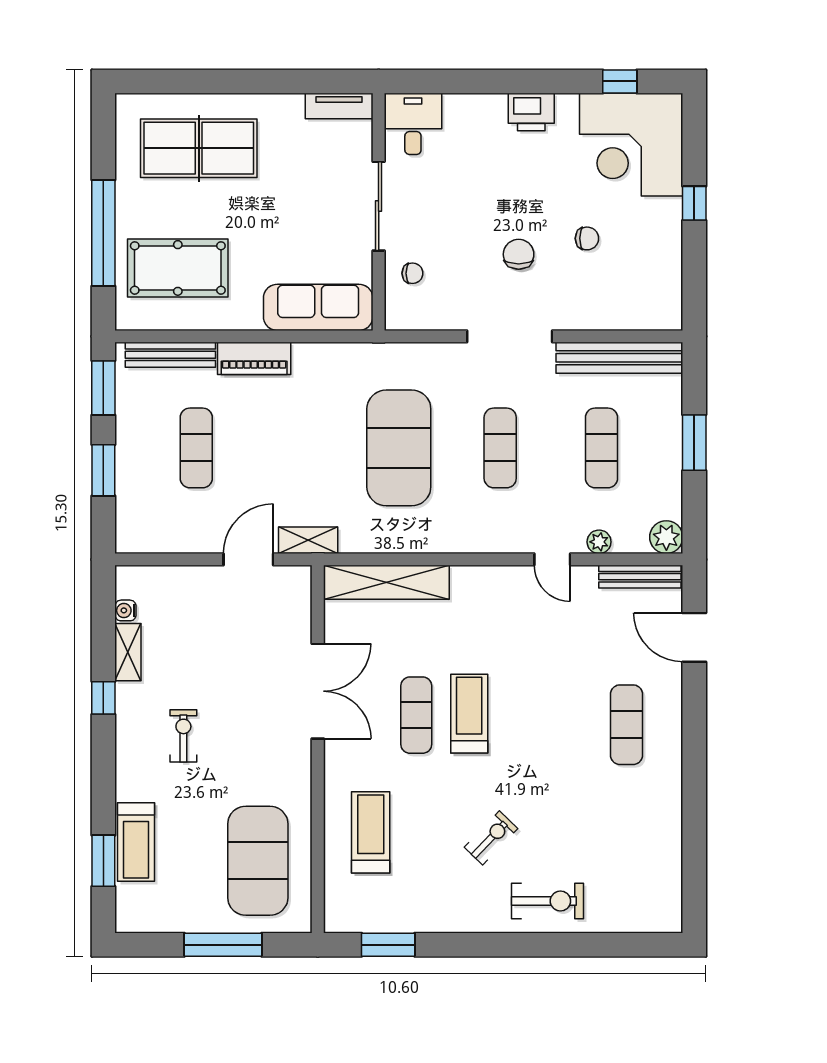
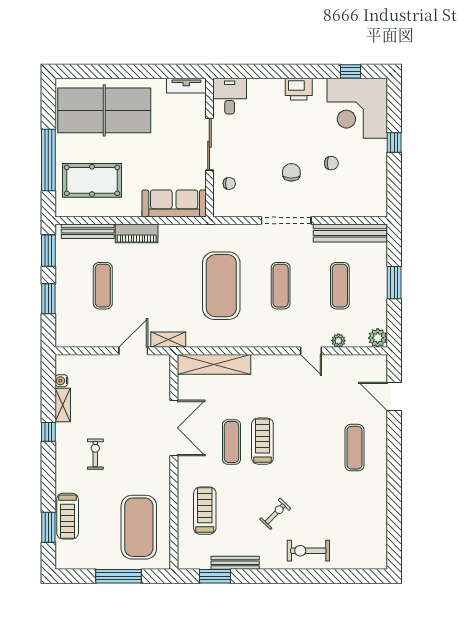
table tennis table: (199, 148) -> (104, 110), width x1.36, depth x1.32
bench: (640, 577) -> (235, 563), moved
exercise bike: (547, 901) -> (308, 551), turned 180

